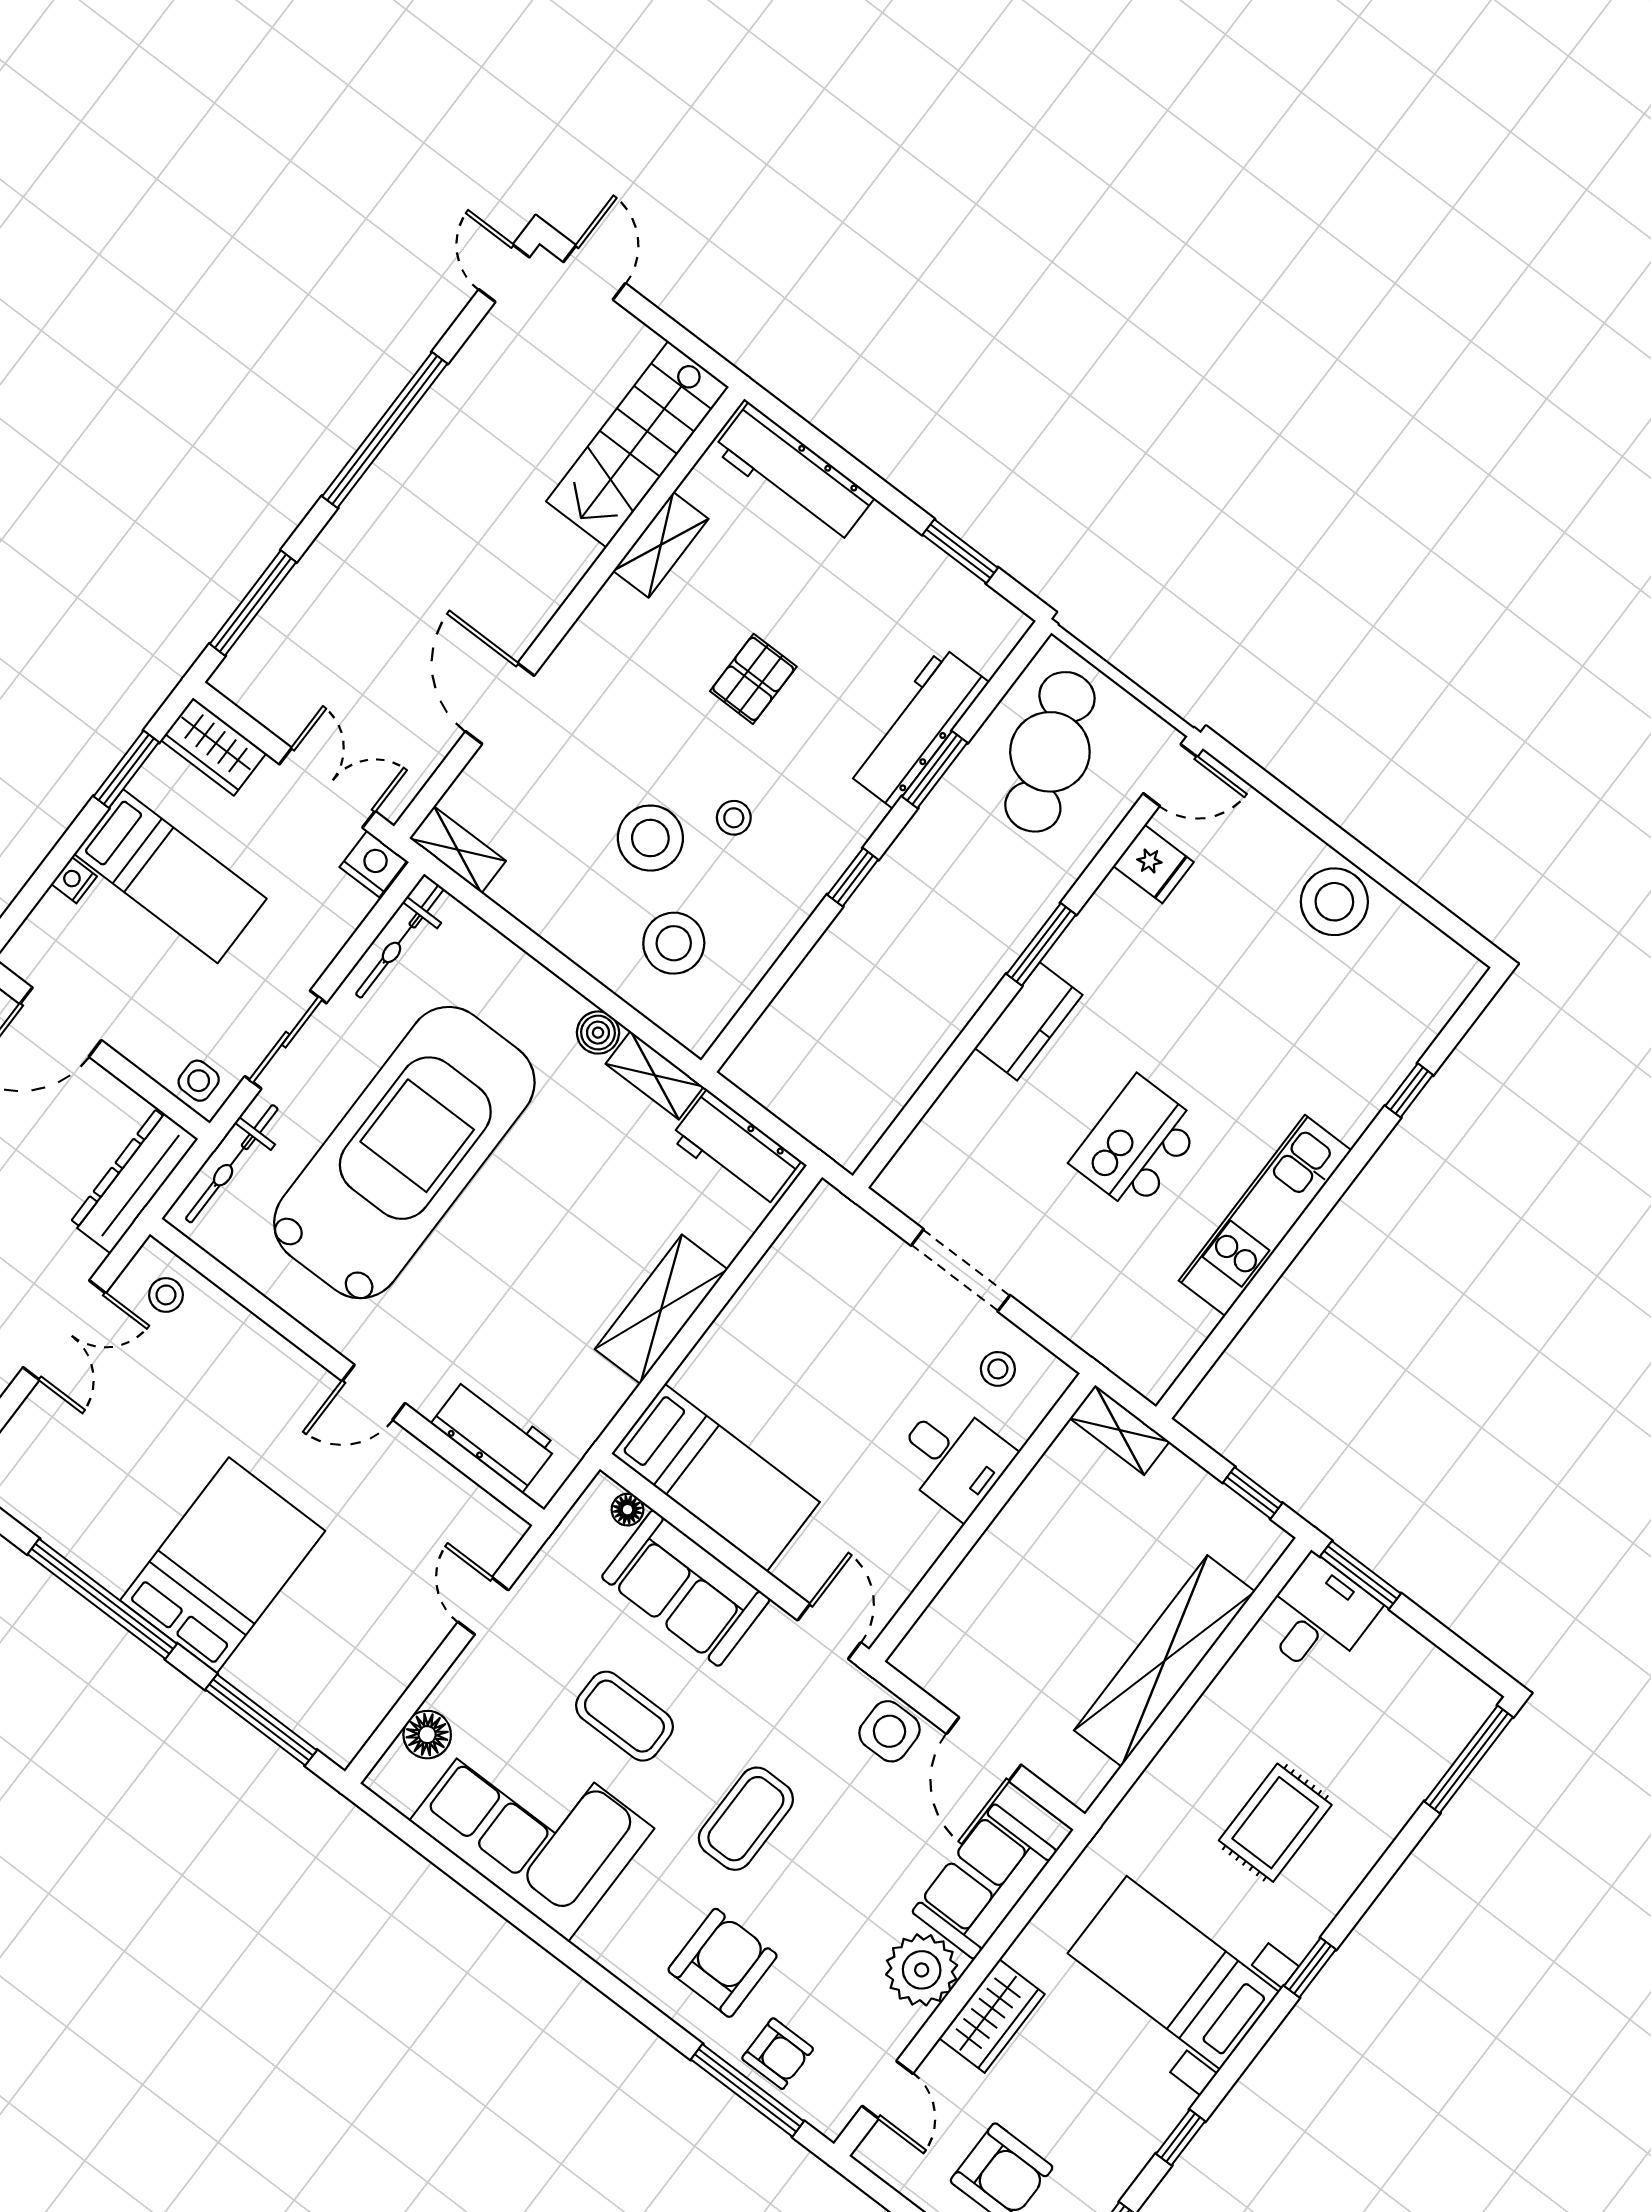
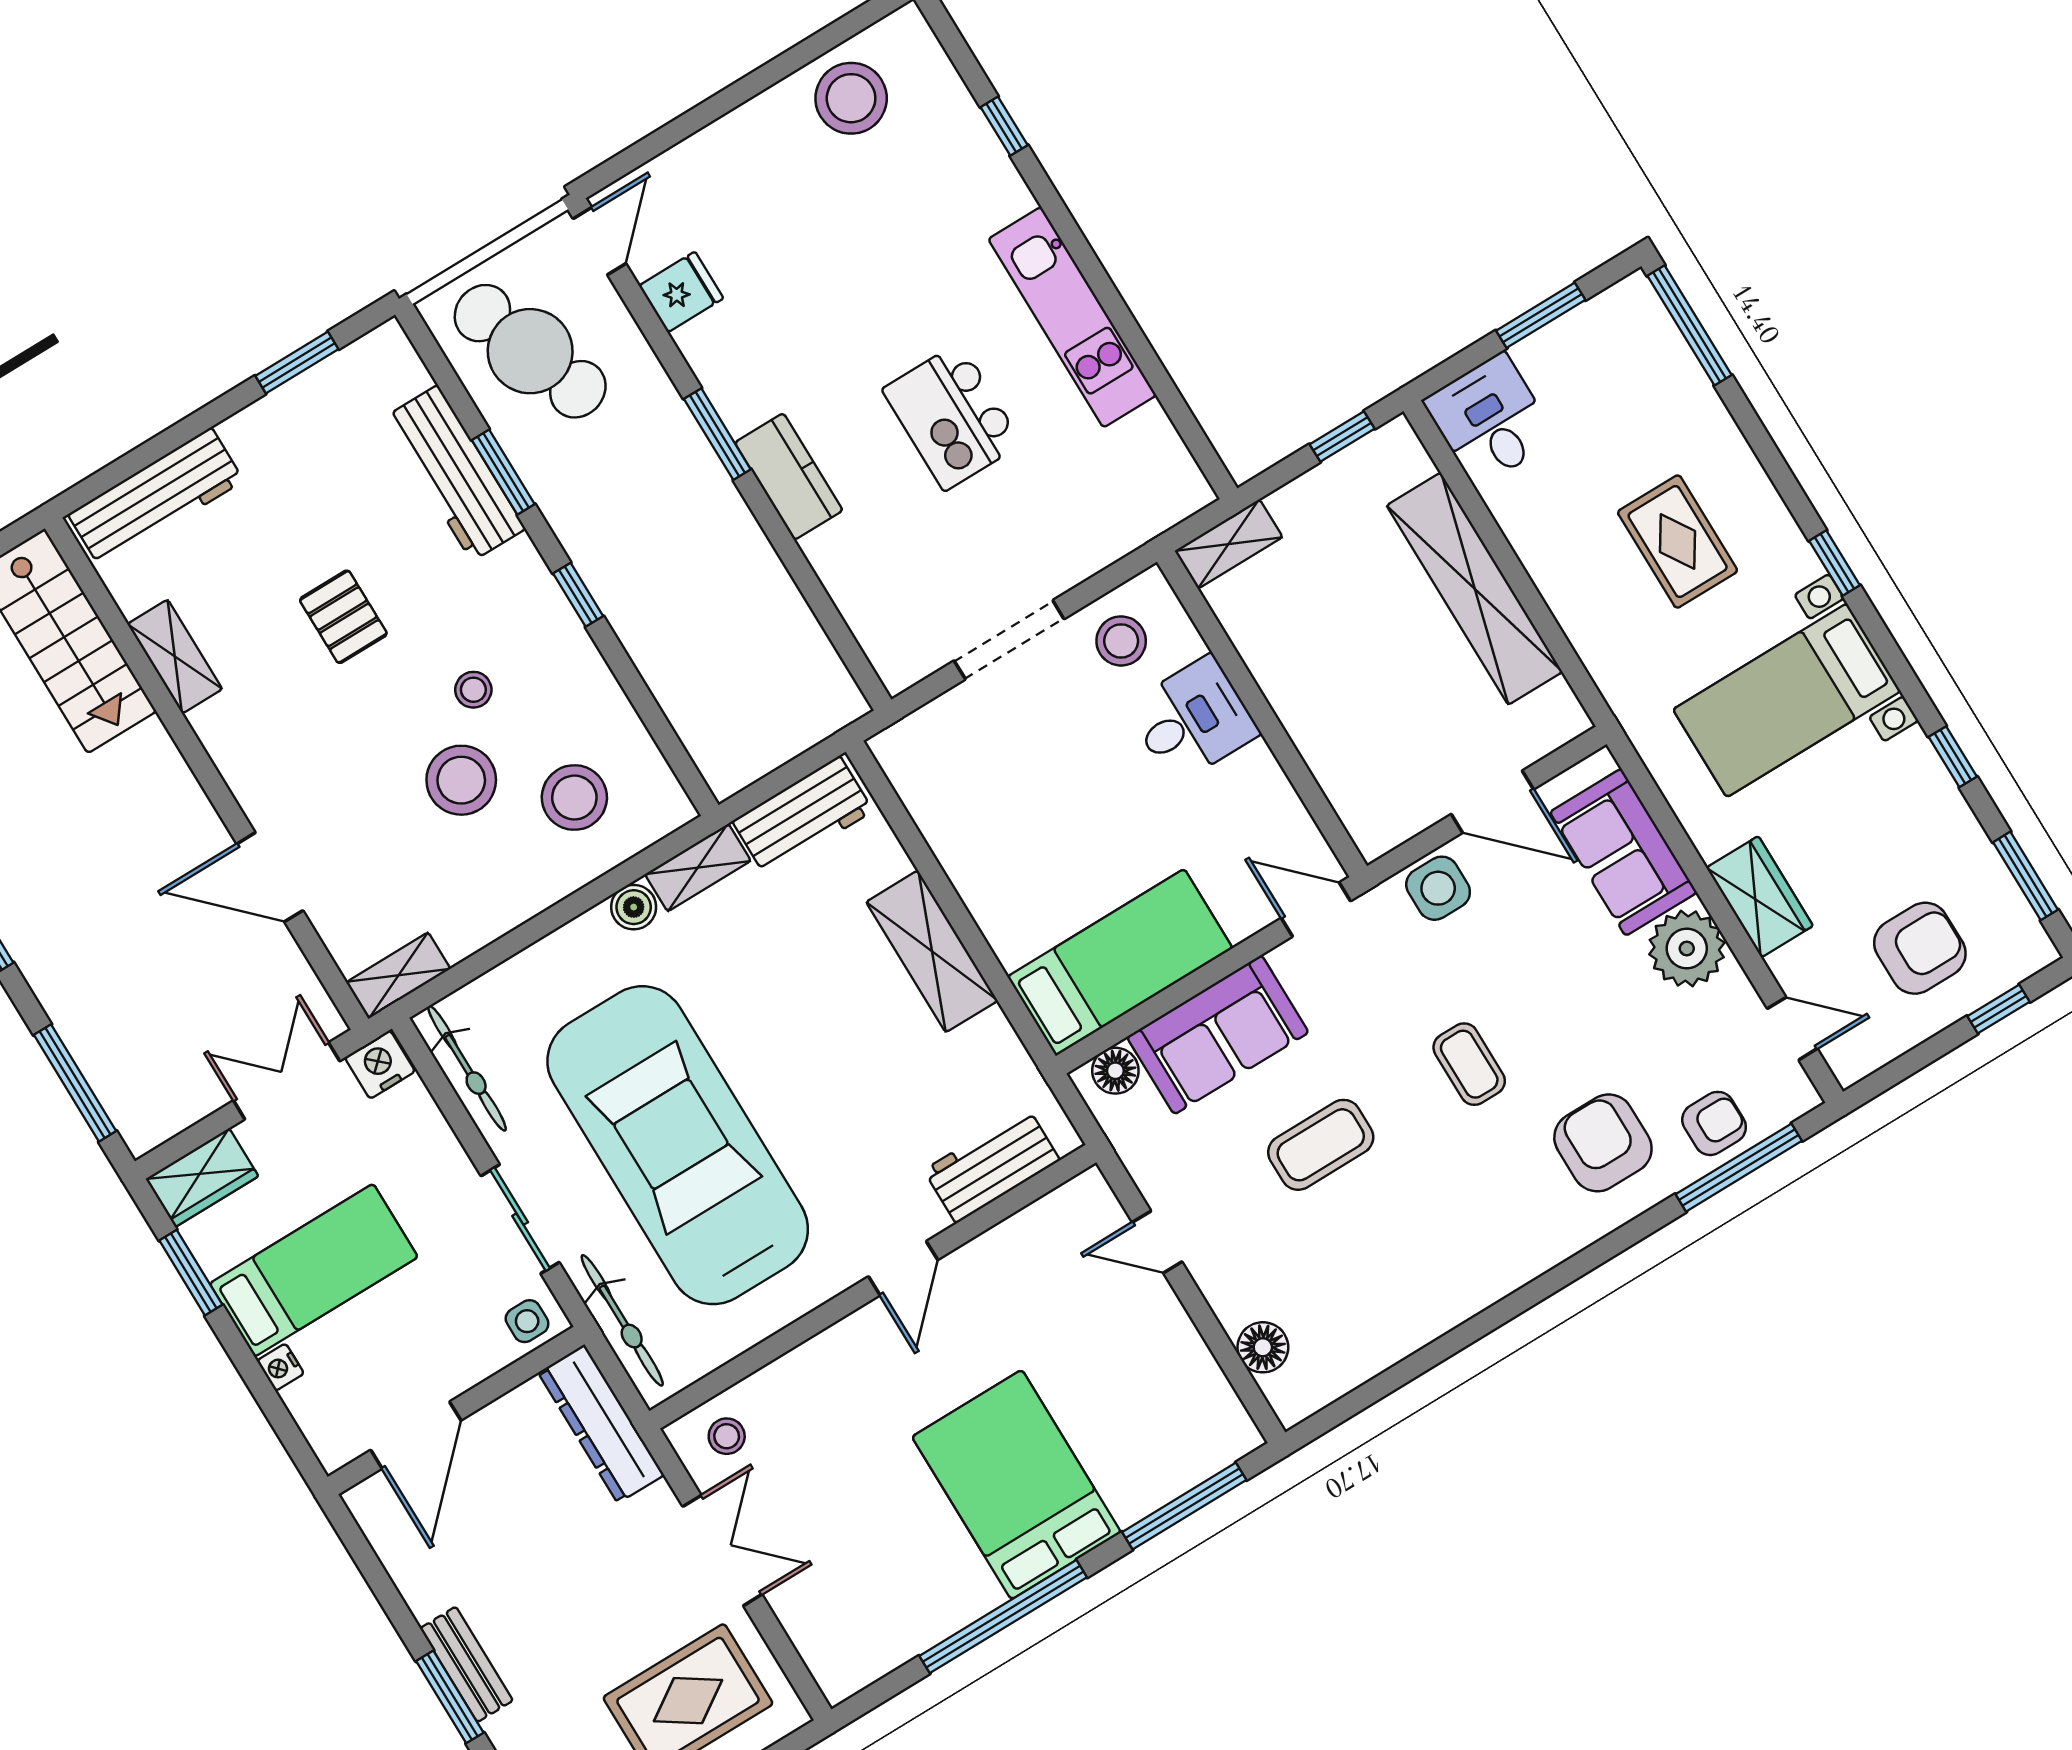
stool: (1334, 902) -> (851, 98), moved
stool: (998, 1369) -> (1121, 641), width x1.37, depth x1.37
floor lamp: (627, 1510) -> (1115, 1071), width x1.37, depth x1.37
window: (1360, 1575) -> (1541, 315), moved
coffee table: (746, 1819) -> (1469, 1064), width x0.73, depth x0.77
corner sofa: (532, 1825) -> (1392, 1278), removed

